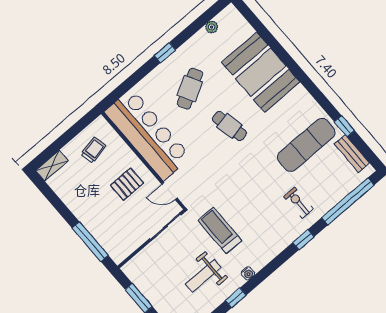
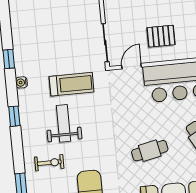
pallet: (127, 184) -> (161, 36), turned 90
window: (303, 240) -> (14, 116), moved
weight bench: (203, 276) -> (63, 123), moved

